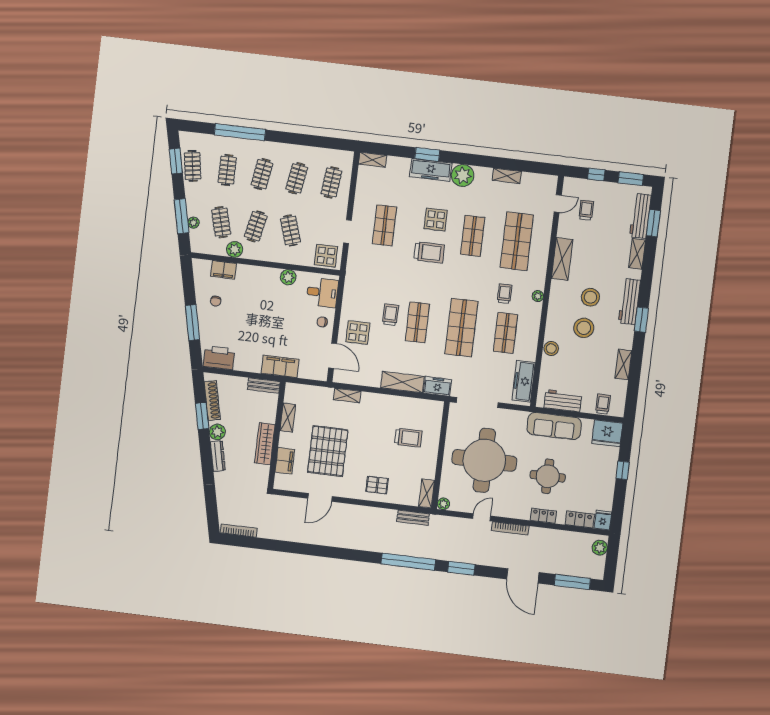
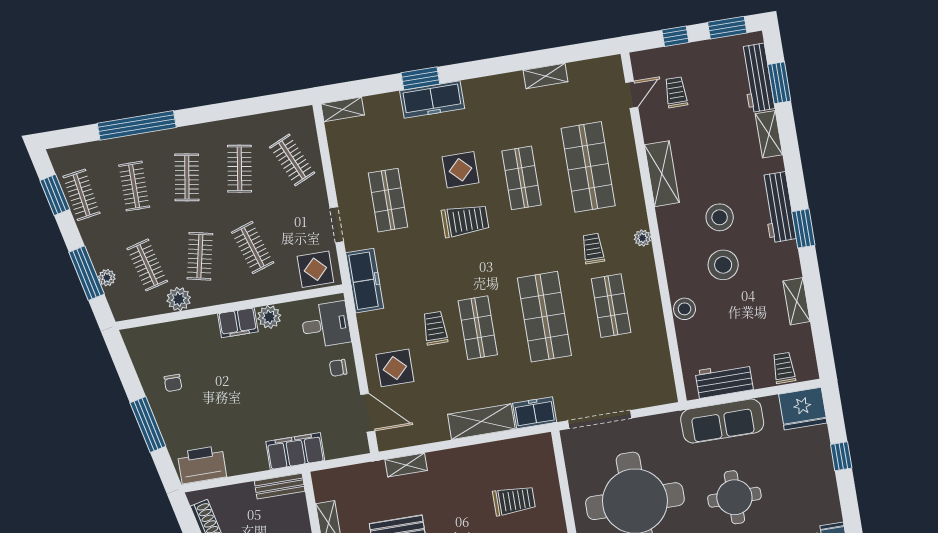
plant: (463, 176) -> (481, 94), removed
clothes rail: (331, 182) -> (292, 160), turned -30
filing cabinet: (224, 270) -> (238, 323), moved
freezer: (524, 381) -> (365, 281), moved, turned 180

